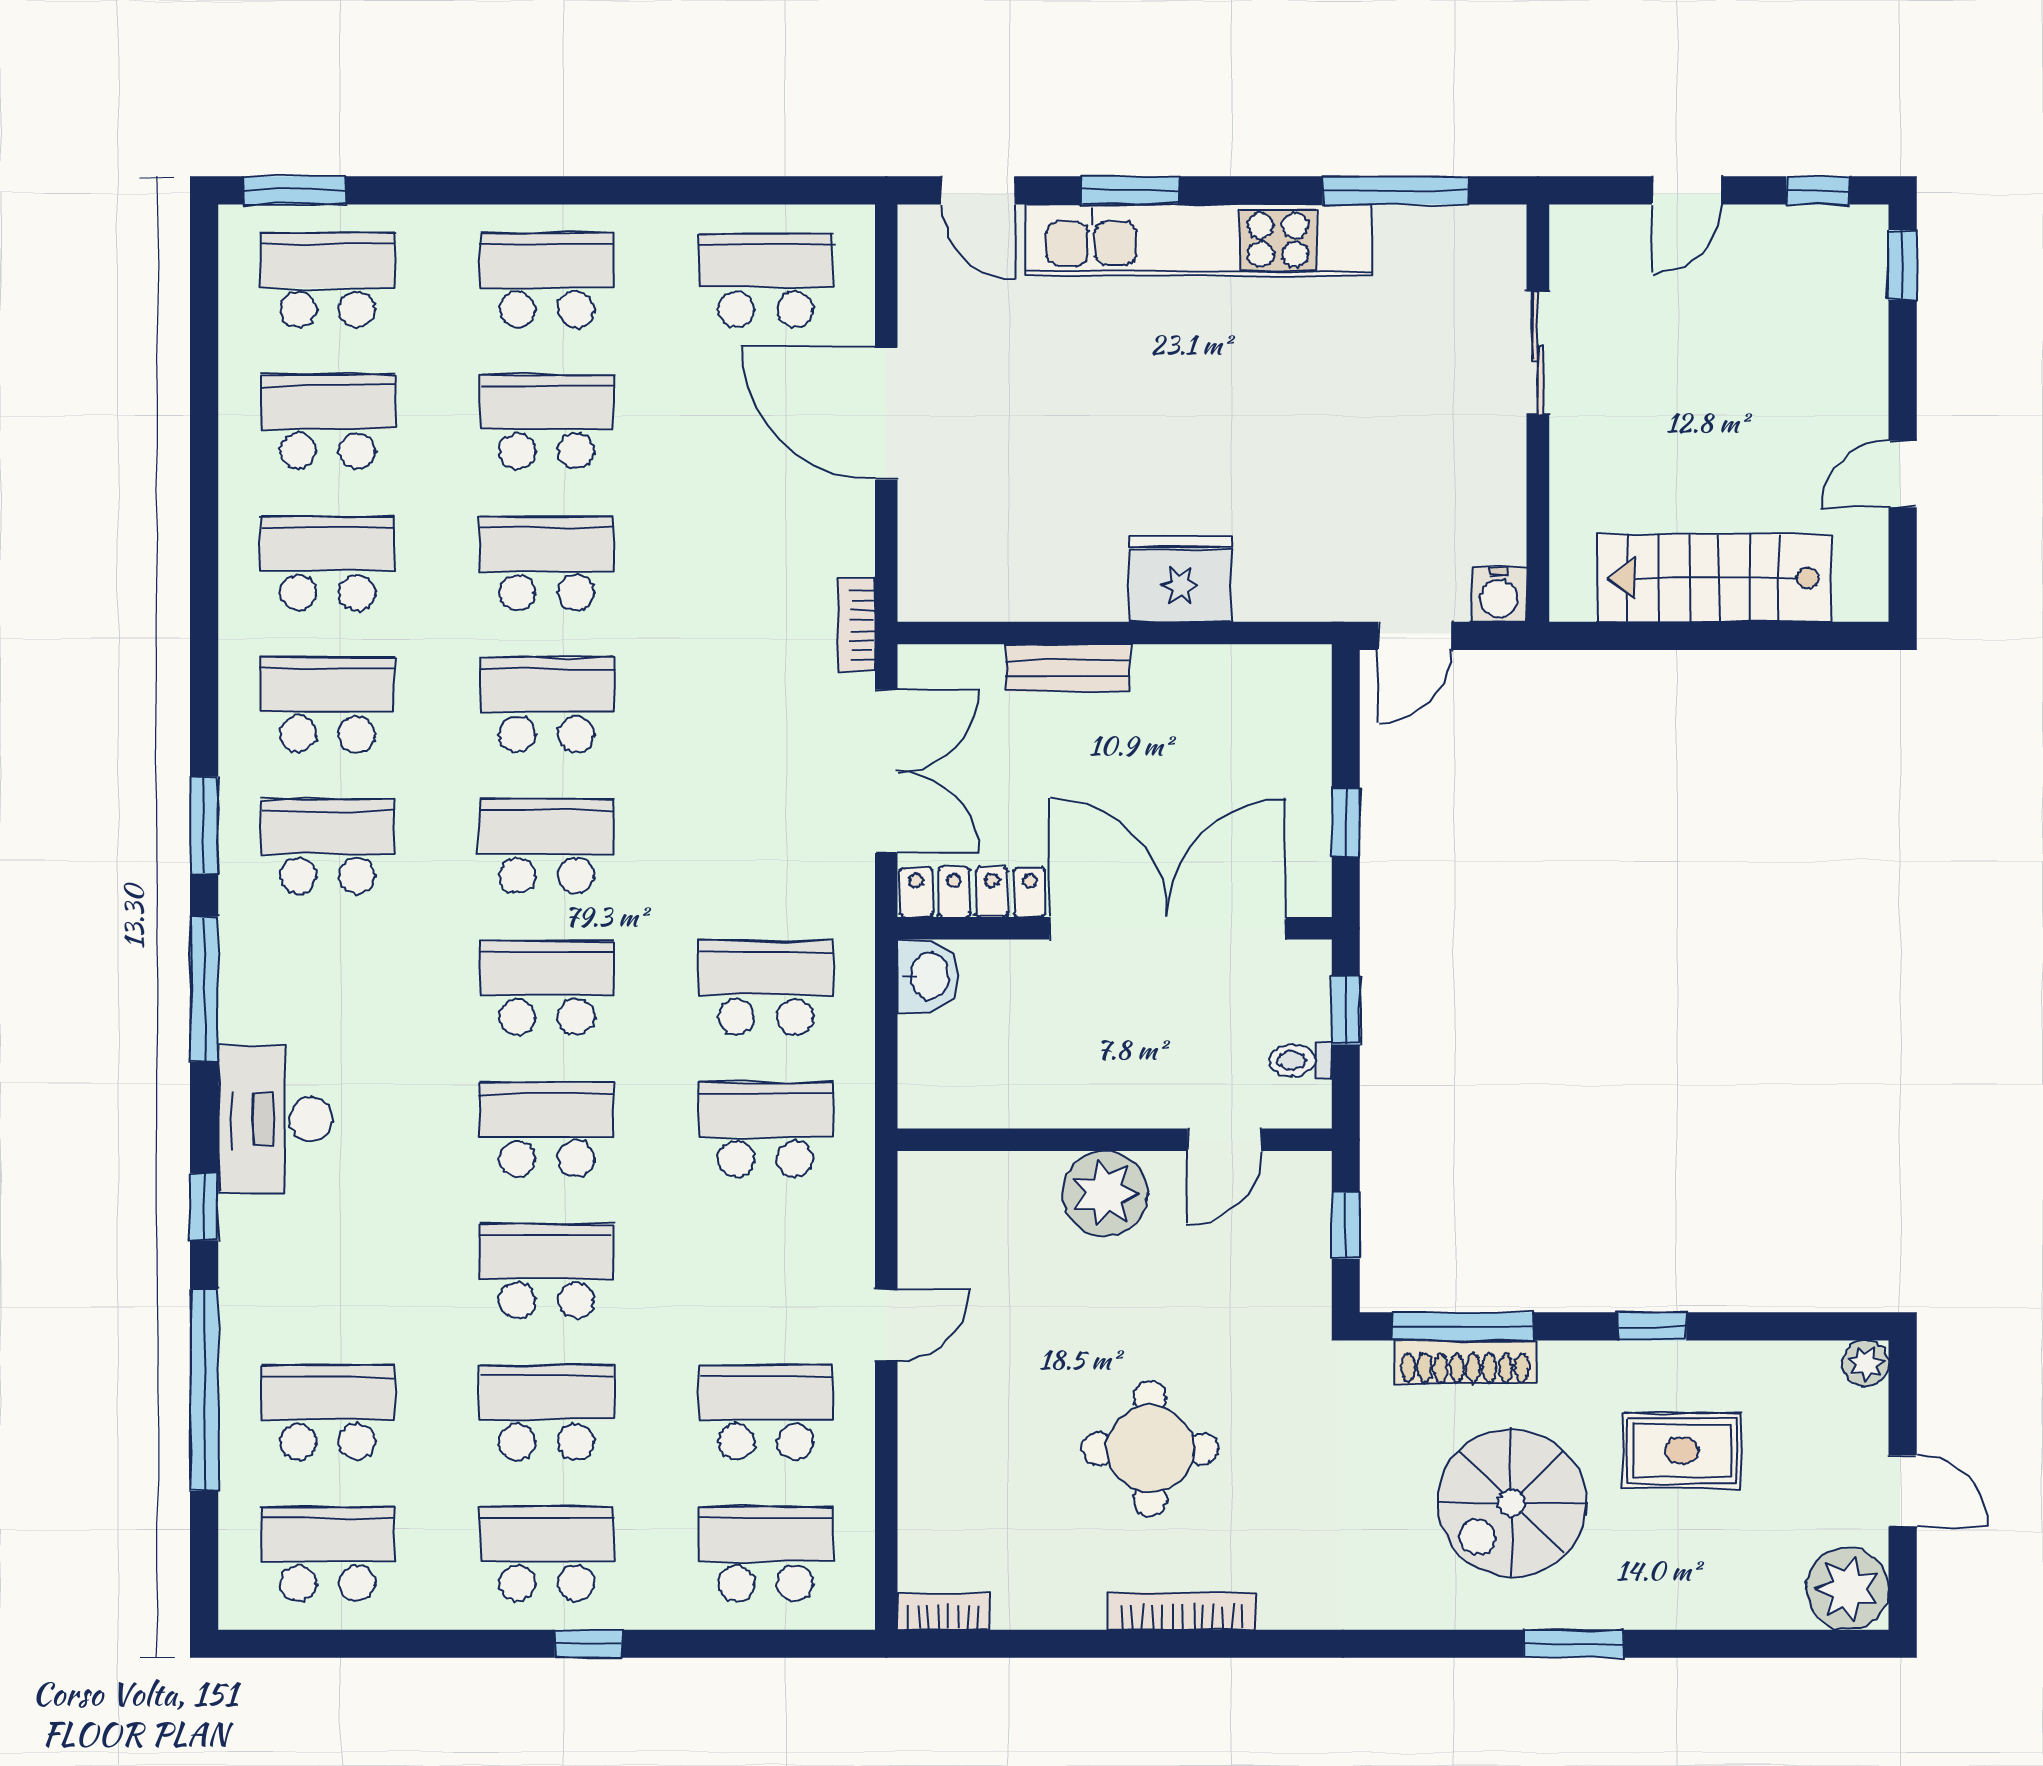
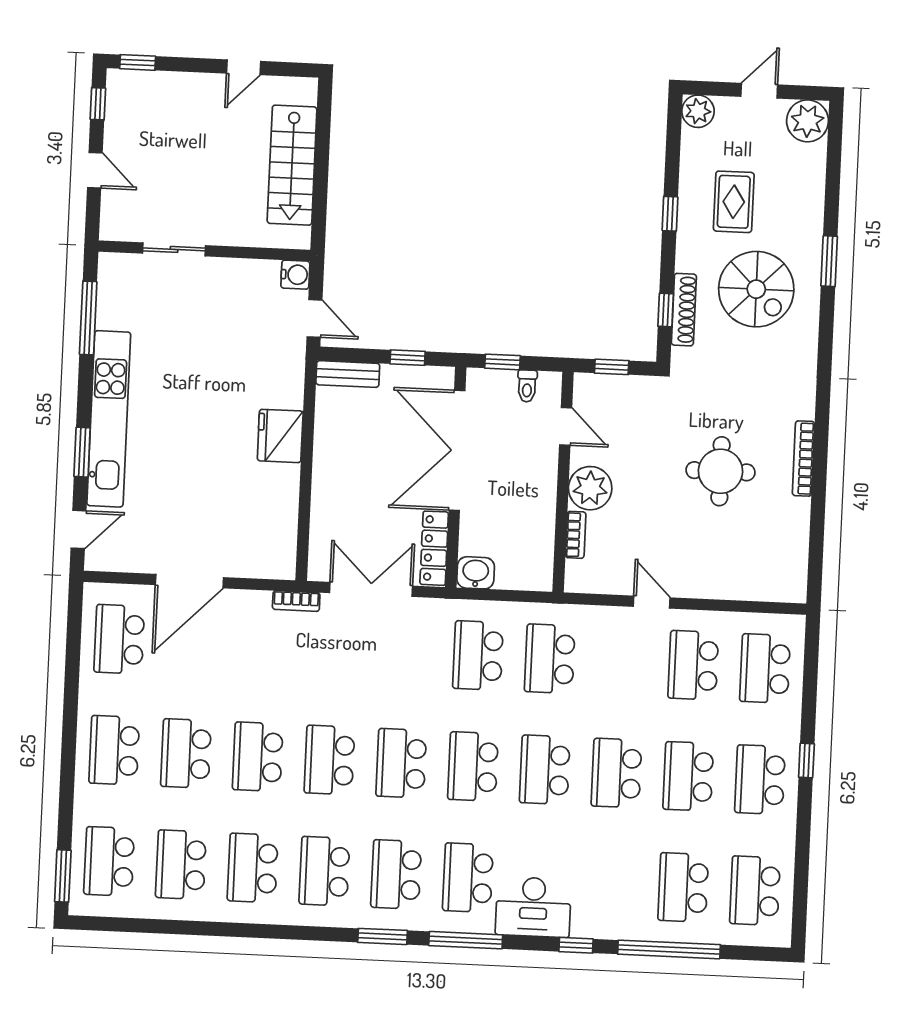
door: (1903, 474) -> (244, 67), hinge flipped
bench: (1067, 668) -> (348, 374), moved, turned 90
school desk: (328, 988) -> (468, 878), added
window: (1463, 1326) -> (666, 310), width x0.46
plant: (1866, 1364) -> (698, 111), width x1.38, depth x1.38
bookcase: (943, 1612) -> (576, 535), moved, turned 180

